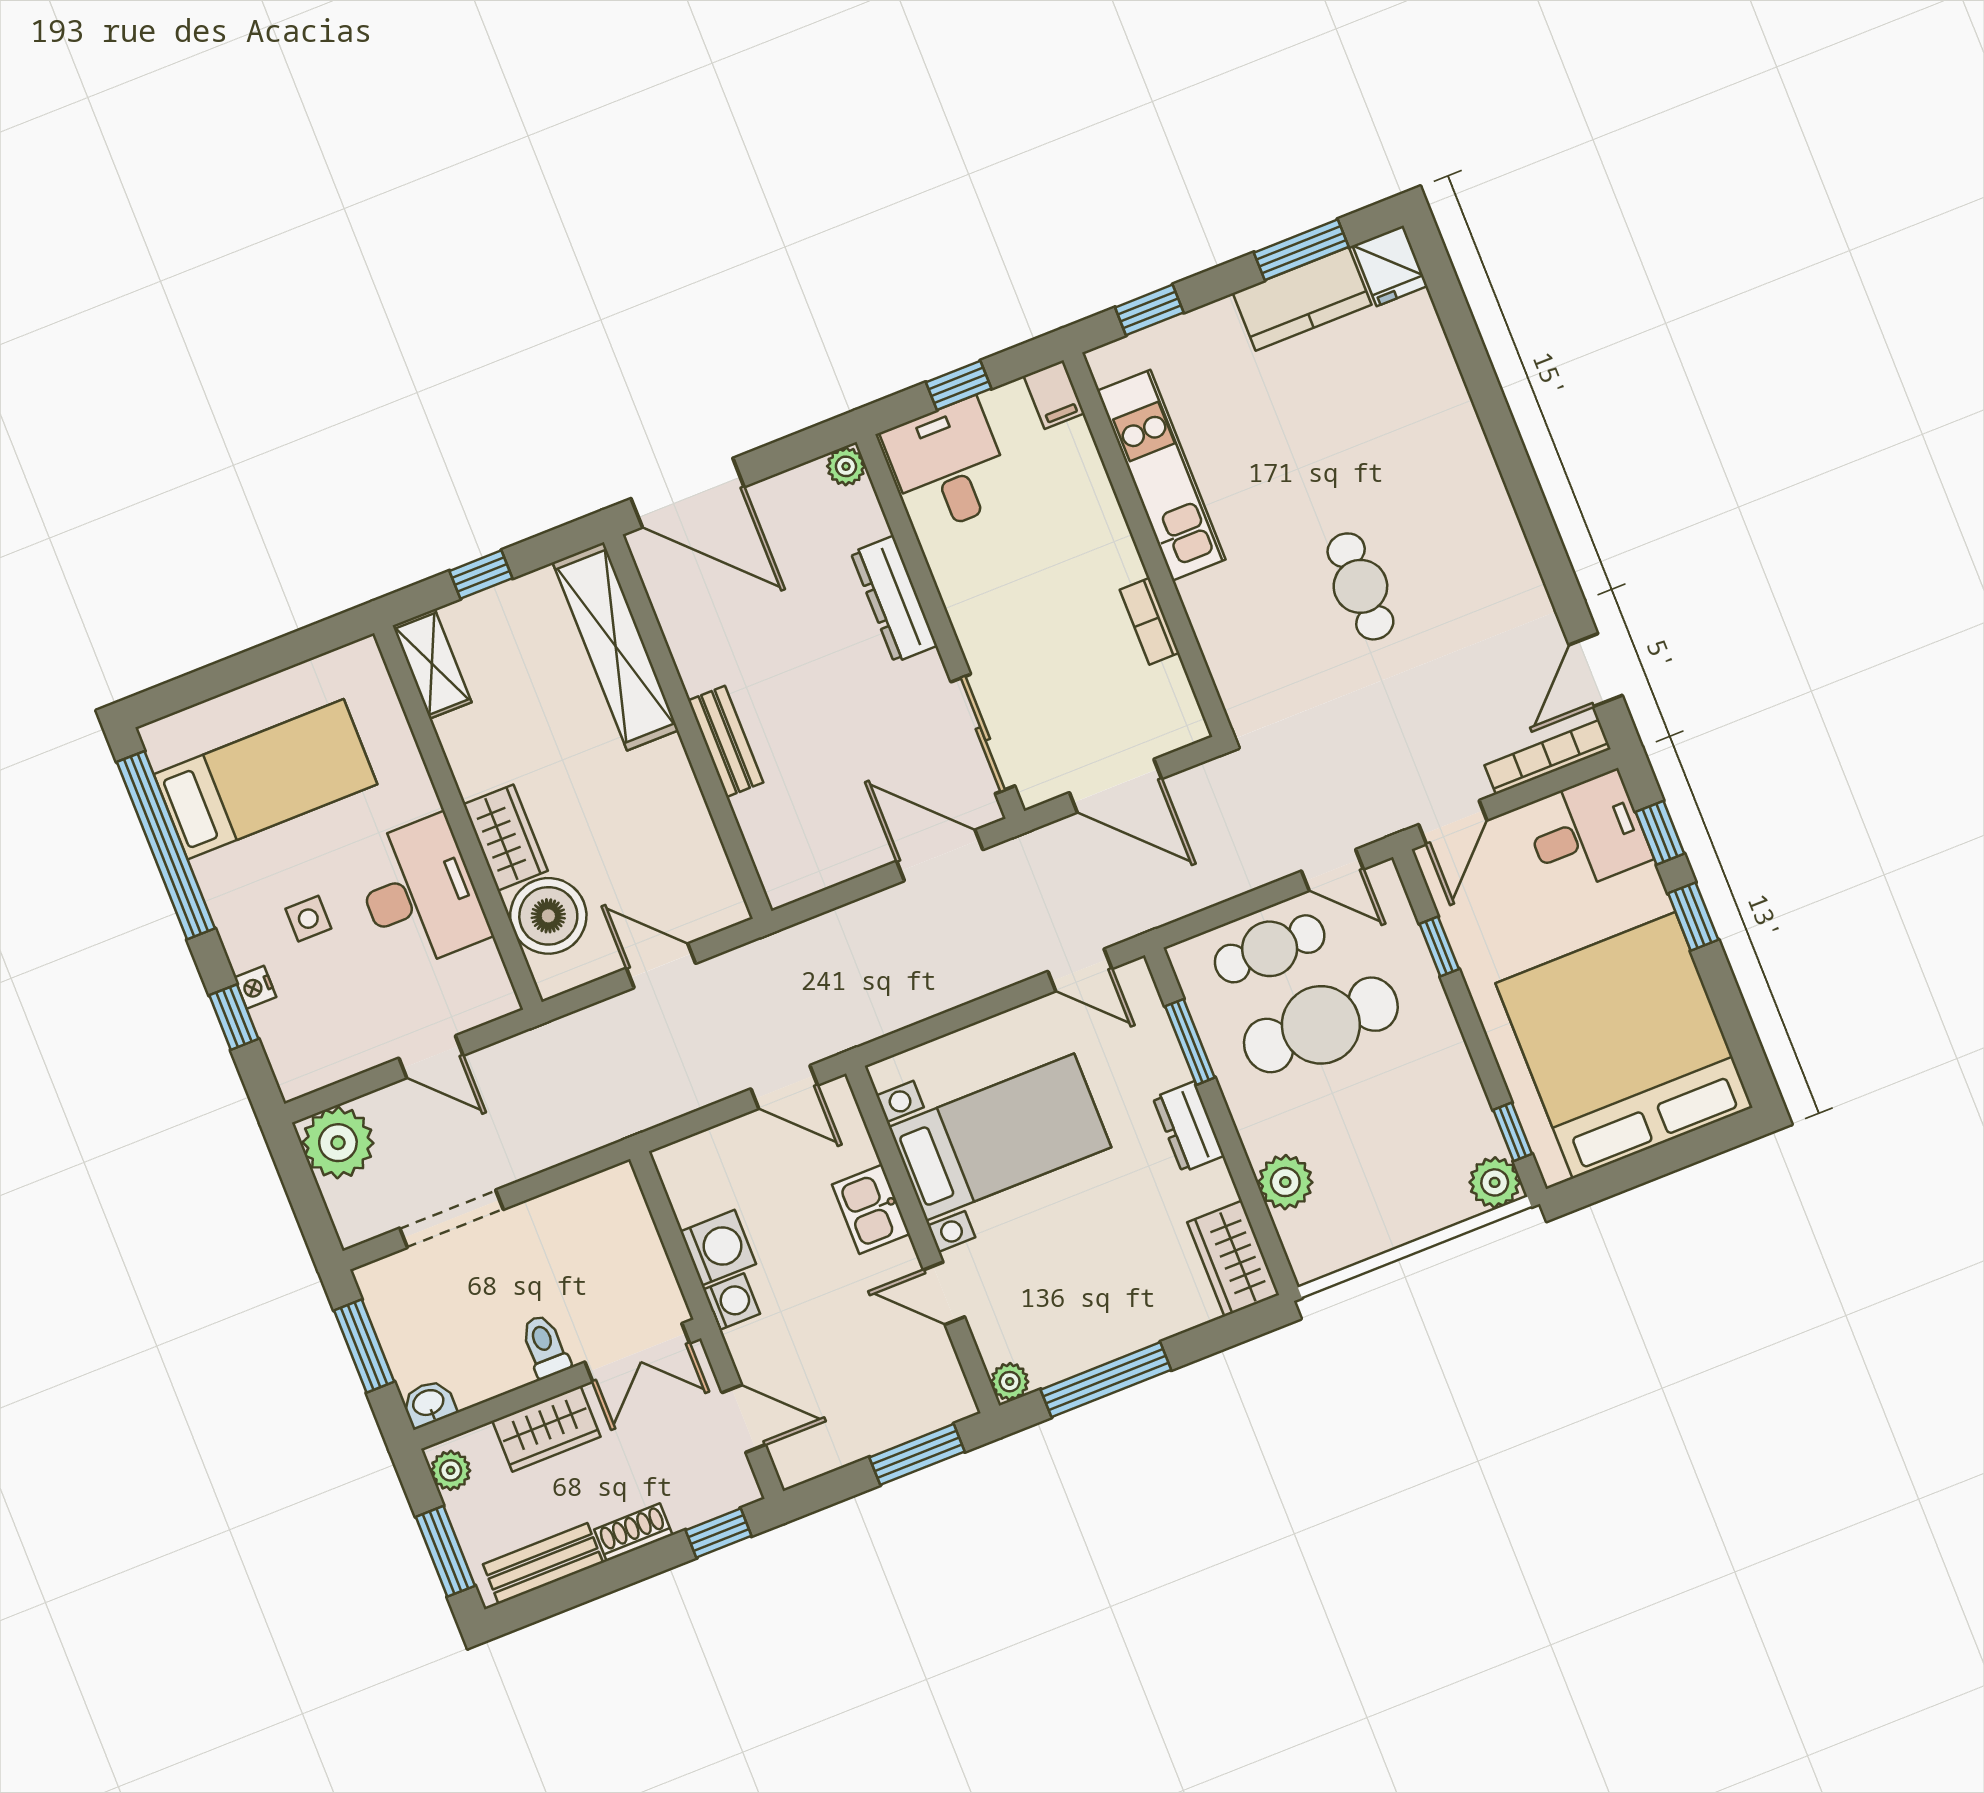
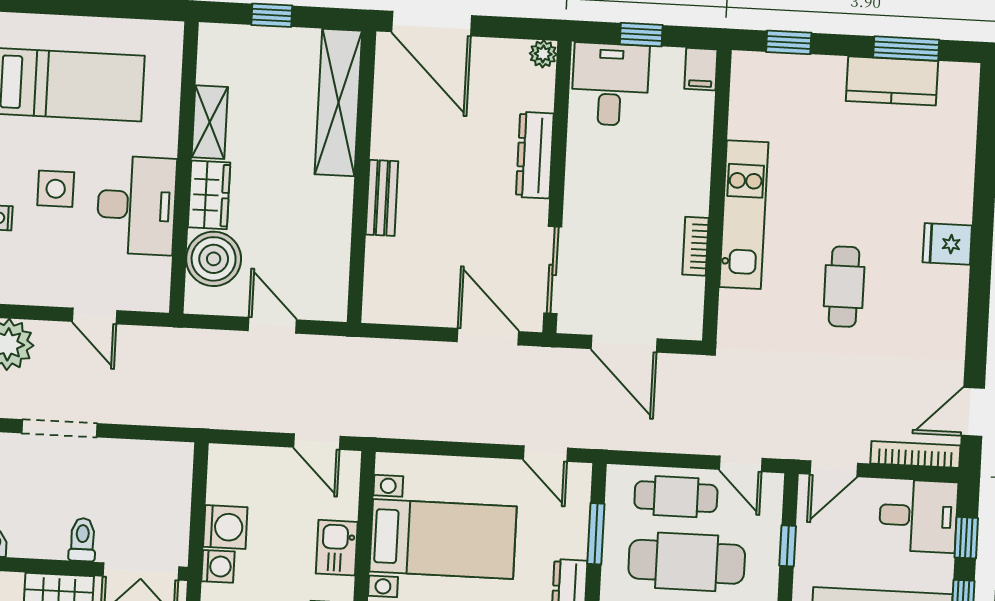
fridge: (1390, 266) -> (947, 244), moved, turned 90
kitchen unit: (1161, 475) -> (744, 215), moved
shelving: (432, 664) -> (210, 122), moved
side table: (308, 919) -> (56, 189), width x1.37, depth x1.37

